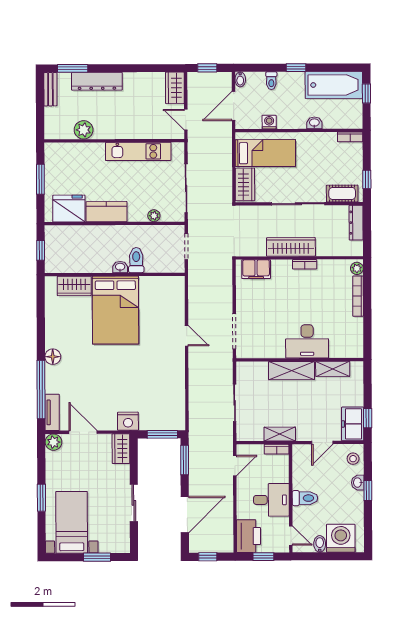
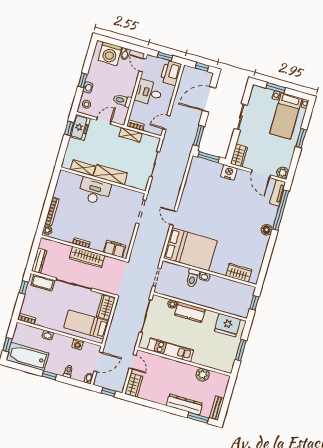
kitchen counter: (107, 212) -> (190, 312), moved
bed: (115, 310) -> (190, 249), moved, turned 90
toilet: (305, 498) -> (122, 100), moved

